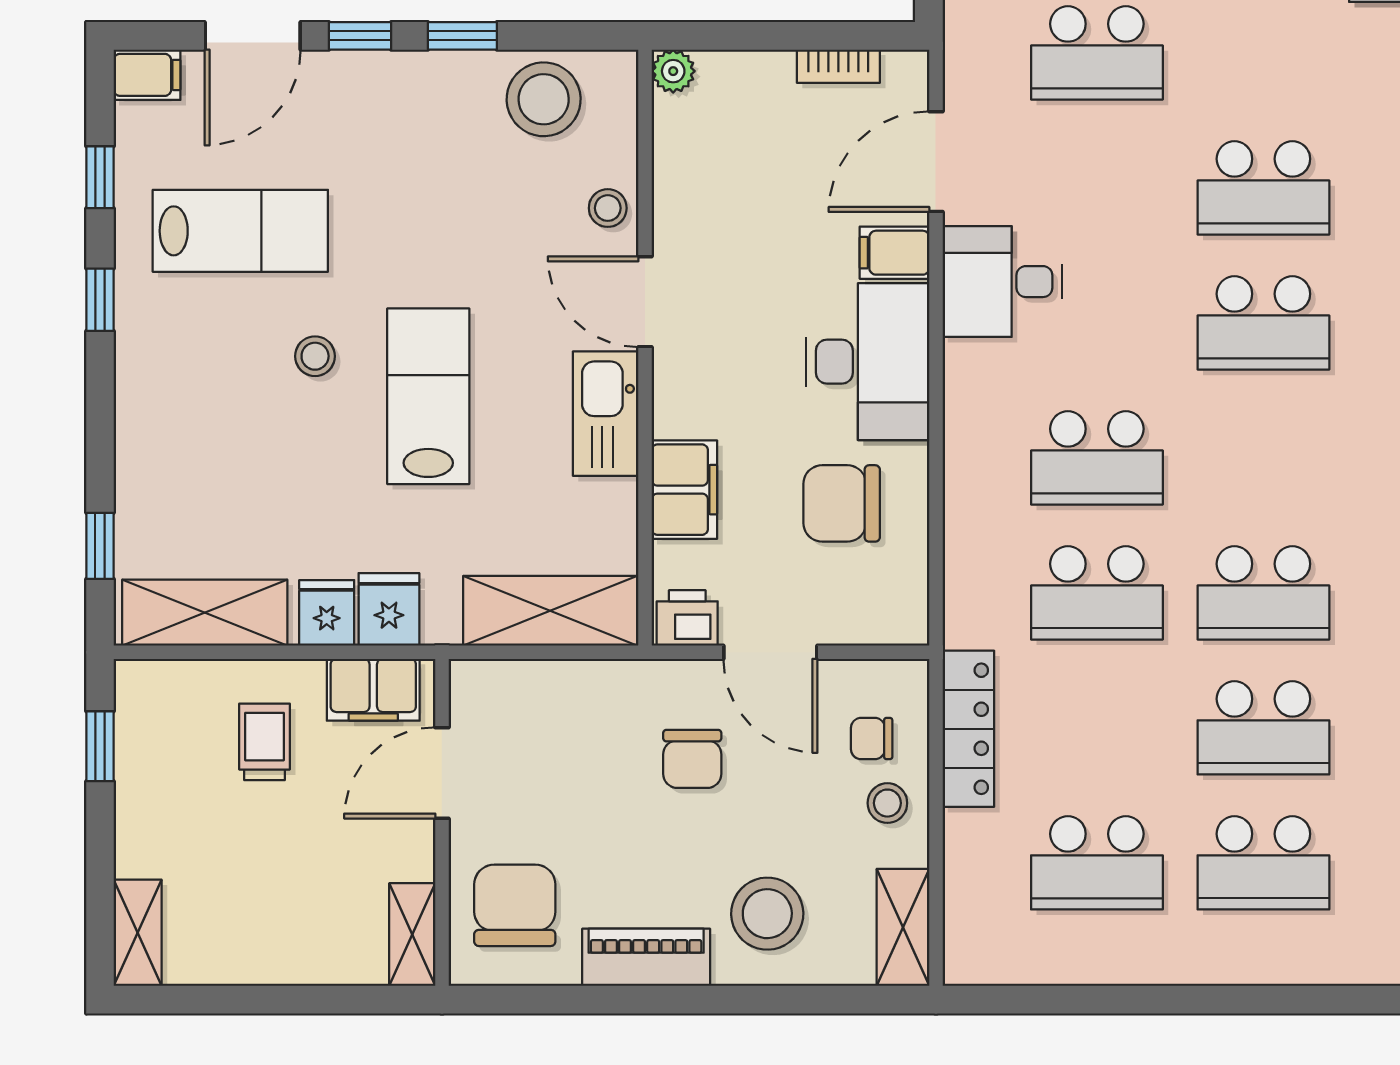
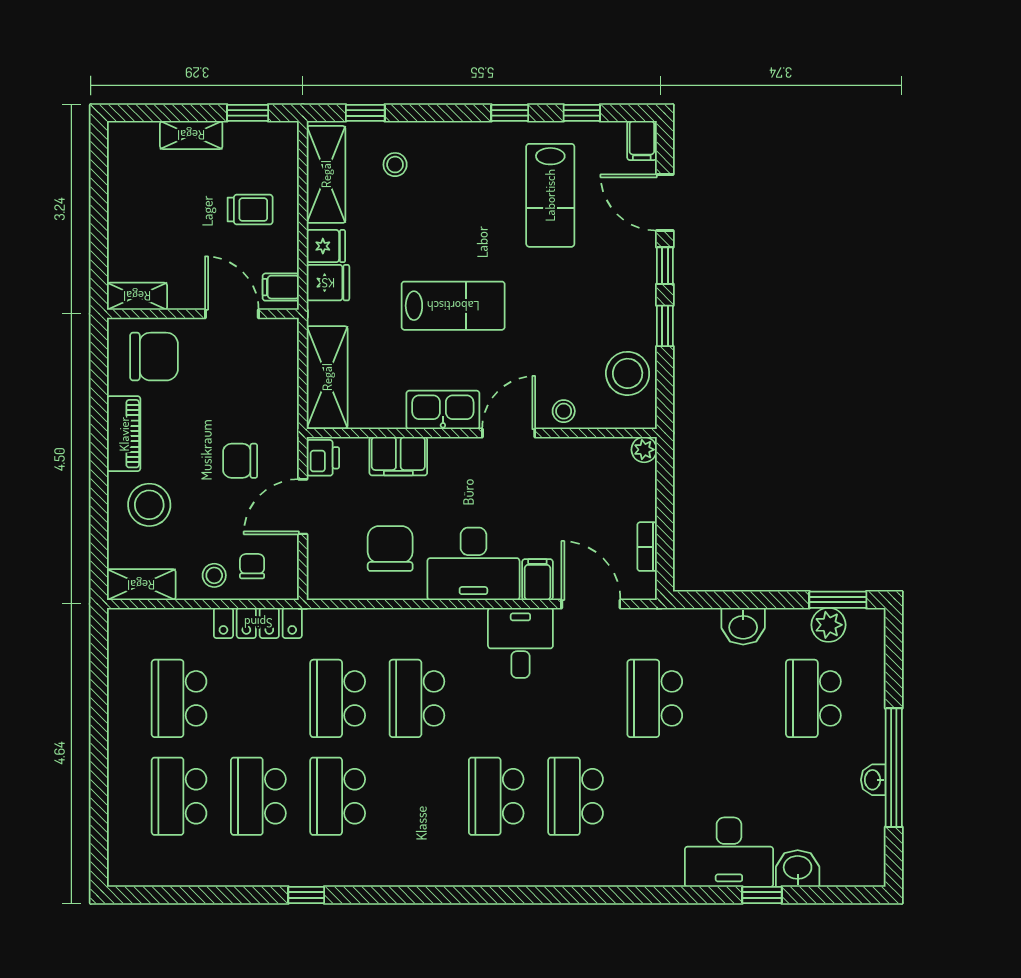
stool: (315, 356) -> (395, 165), moved
filing cabinet: (373, 690) -> (281, 287), width x0.50
shelving: (138, 933) -> (191, 135), moved

